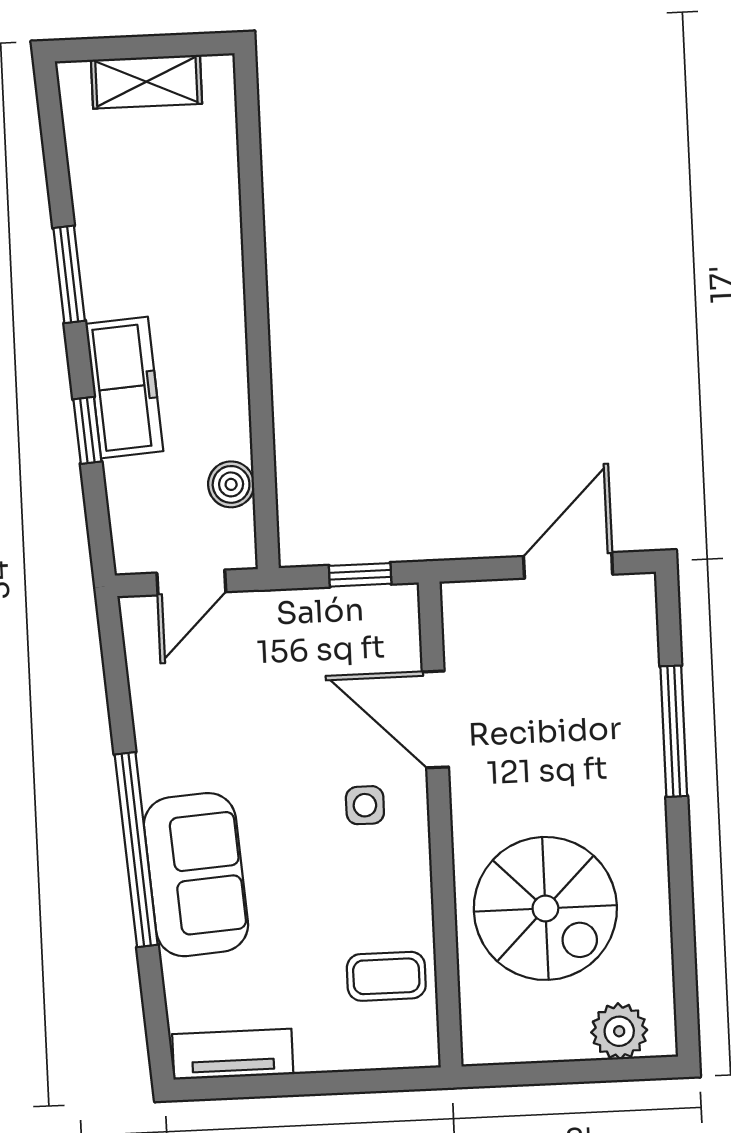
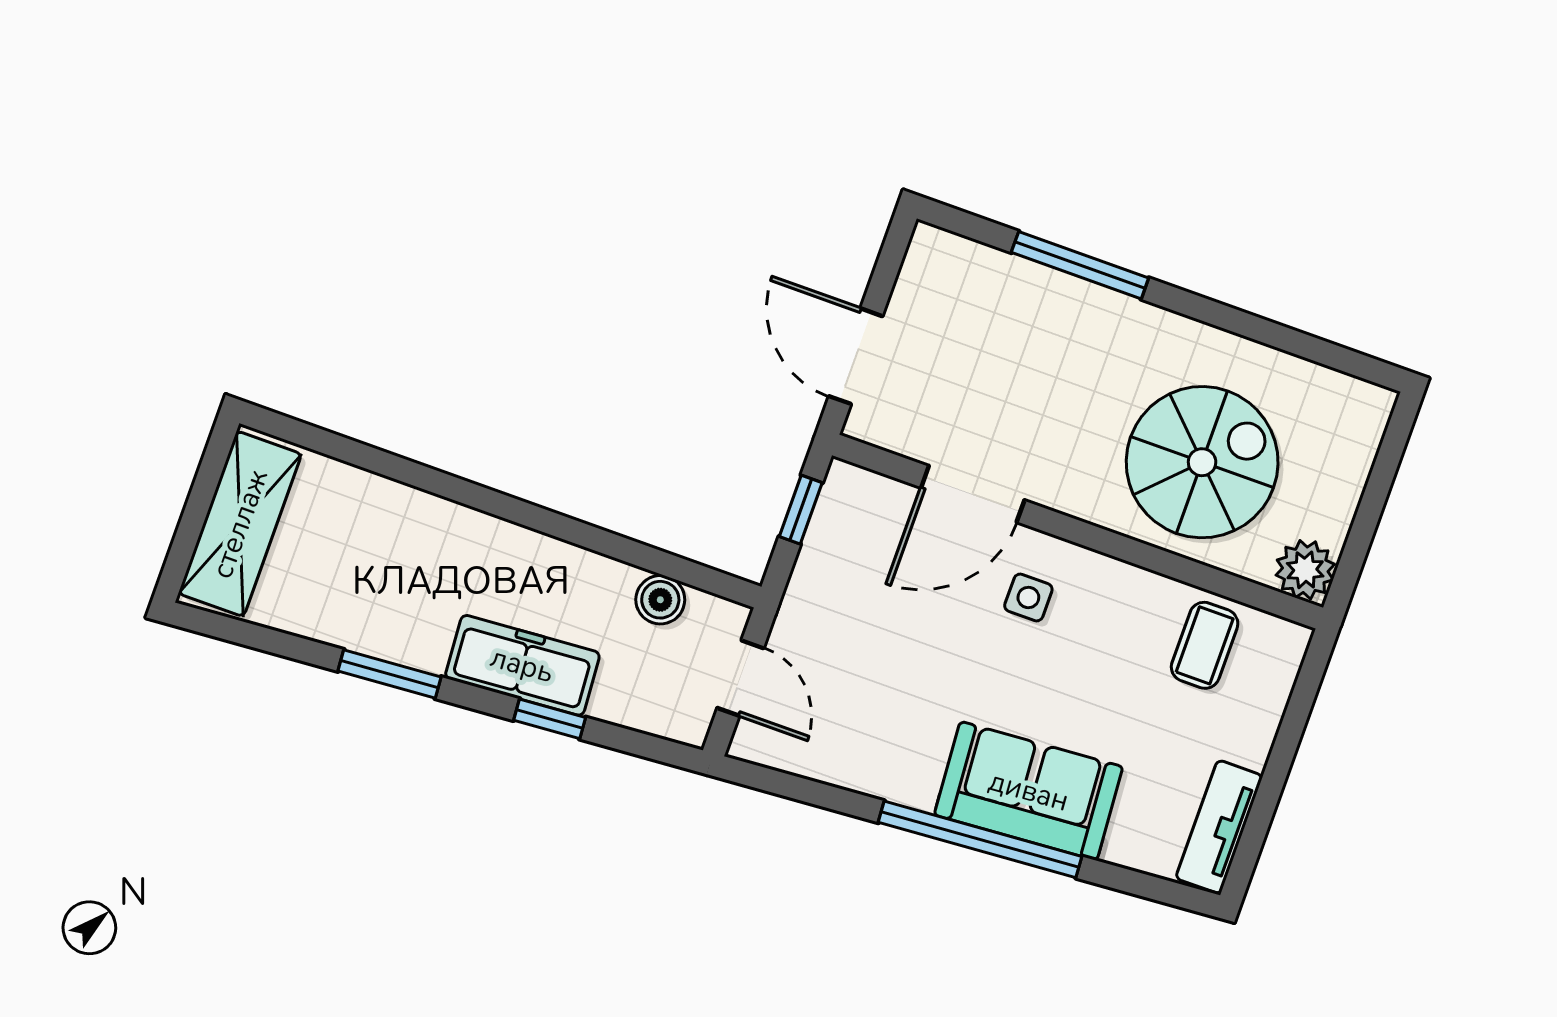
shelving: (146, 82) -> (240, 524), width x1.50, depth x1.33
door: (568, 565) -> (856, 356), moved
plant: (619, 1031) -> (1305, 570), moved

